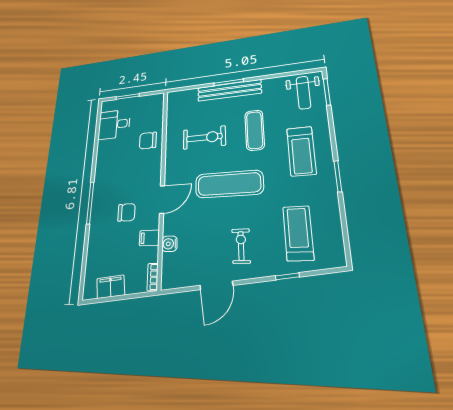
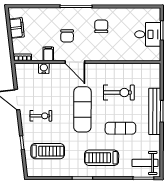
desk: (114, 124) -> (148, 34), moved, turned 90
exercise bike: (204, 138) -> (119, 92), turned -90
chair: (148, 141) -> (101, 26), moved

